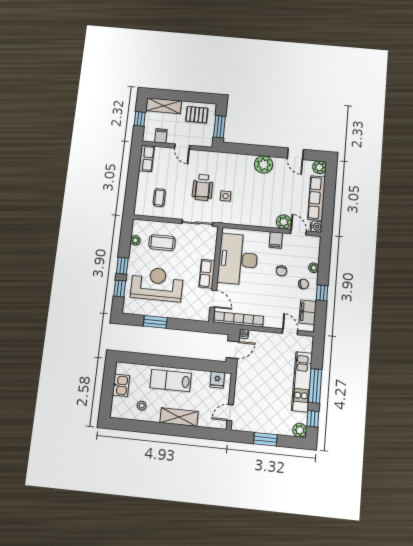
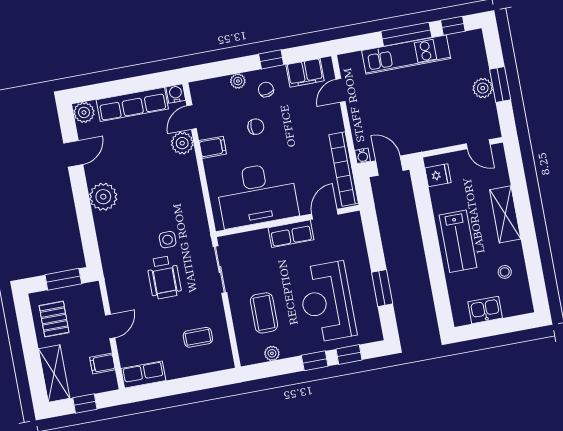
wheelchair: (203, 187) -> (164, 277), turned 90
plant: (300, 430) -> (483, 88), moved

